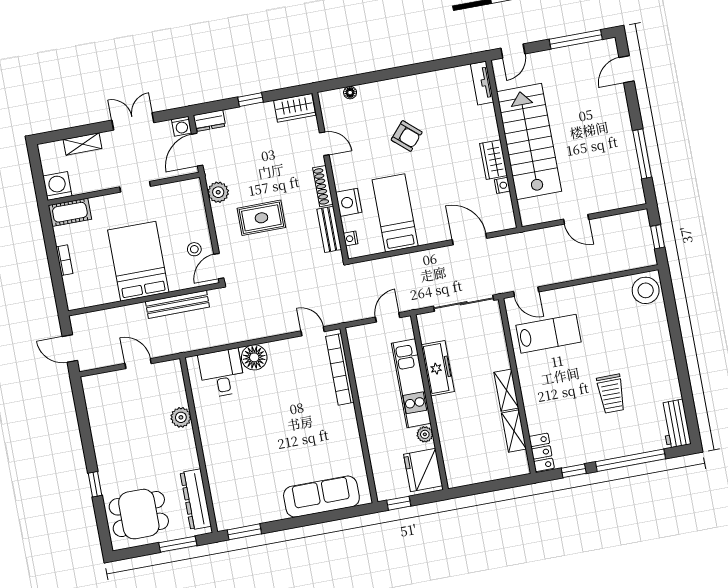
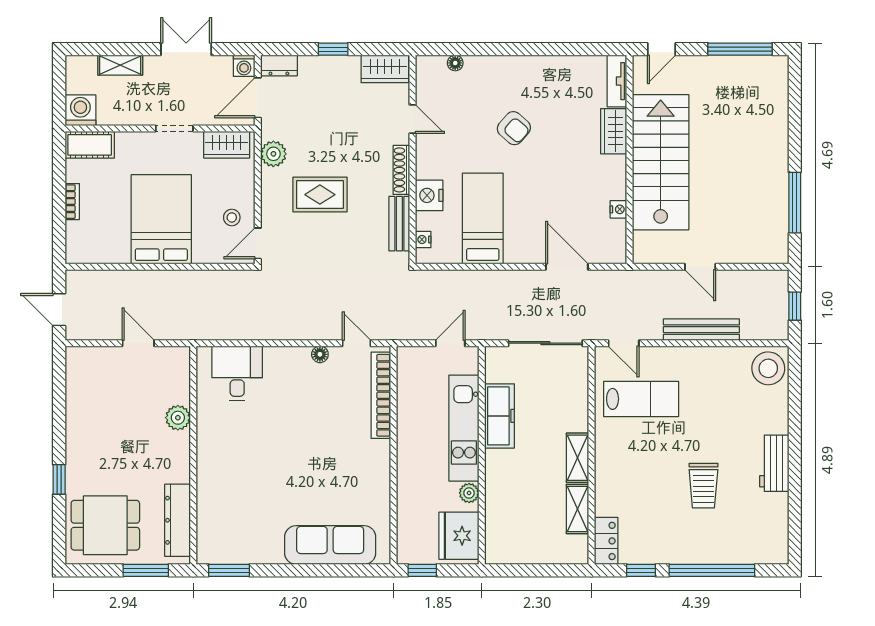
door: (627, 69) -> (795, 97), removed
wardrobe: (493, 160) -> (614, 131), moved
wardrobe: (179, 192) -> (227, 145), added
bench: (177, 304) -> (701, 330), moved
floor lamp: (254, 357) -> (320, 354), moved, width x0.53, depth x0.53
workbench: (675, 424) -> (774, 463), moved

